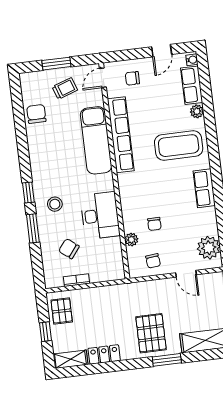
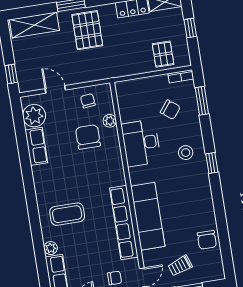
coffee table: (179, 146) -> (67, 214), width x0.73, depth x0.76
row of seats: (204, 188) -> (36, 146), moved
chair: (154, 224) -> (88, 137), width x1.87, depth x1.87
window: (33, 228) -> (202, 101), moved
bookcase: (77, 280) -> (181, 76), moved
pallet: (62, 311) -> (163, 54), moved

